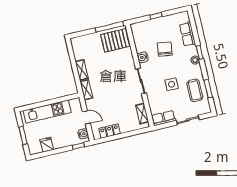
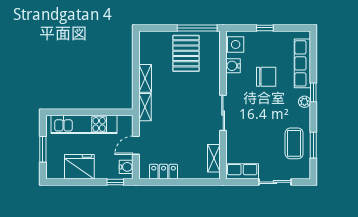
row of seats: (187, 34) -> (302, 63), width x1.48
pallet: (115, 40) -> (186, 53), moved, turned 90
chair: (165, 49) -> (266, 77), turned 82
water cooler: (143, 57) -> (233, 66), moved
side table: (172, 84) -> (236, 44), moved
door: (86, 117) -> (136, 145), swing flipped
fridge: (47, 145) -> (79, 167), width x1.88, depth x1.34

